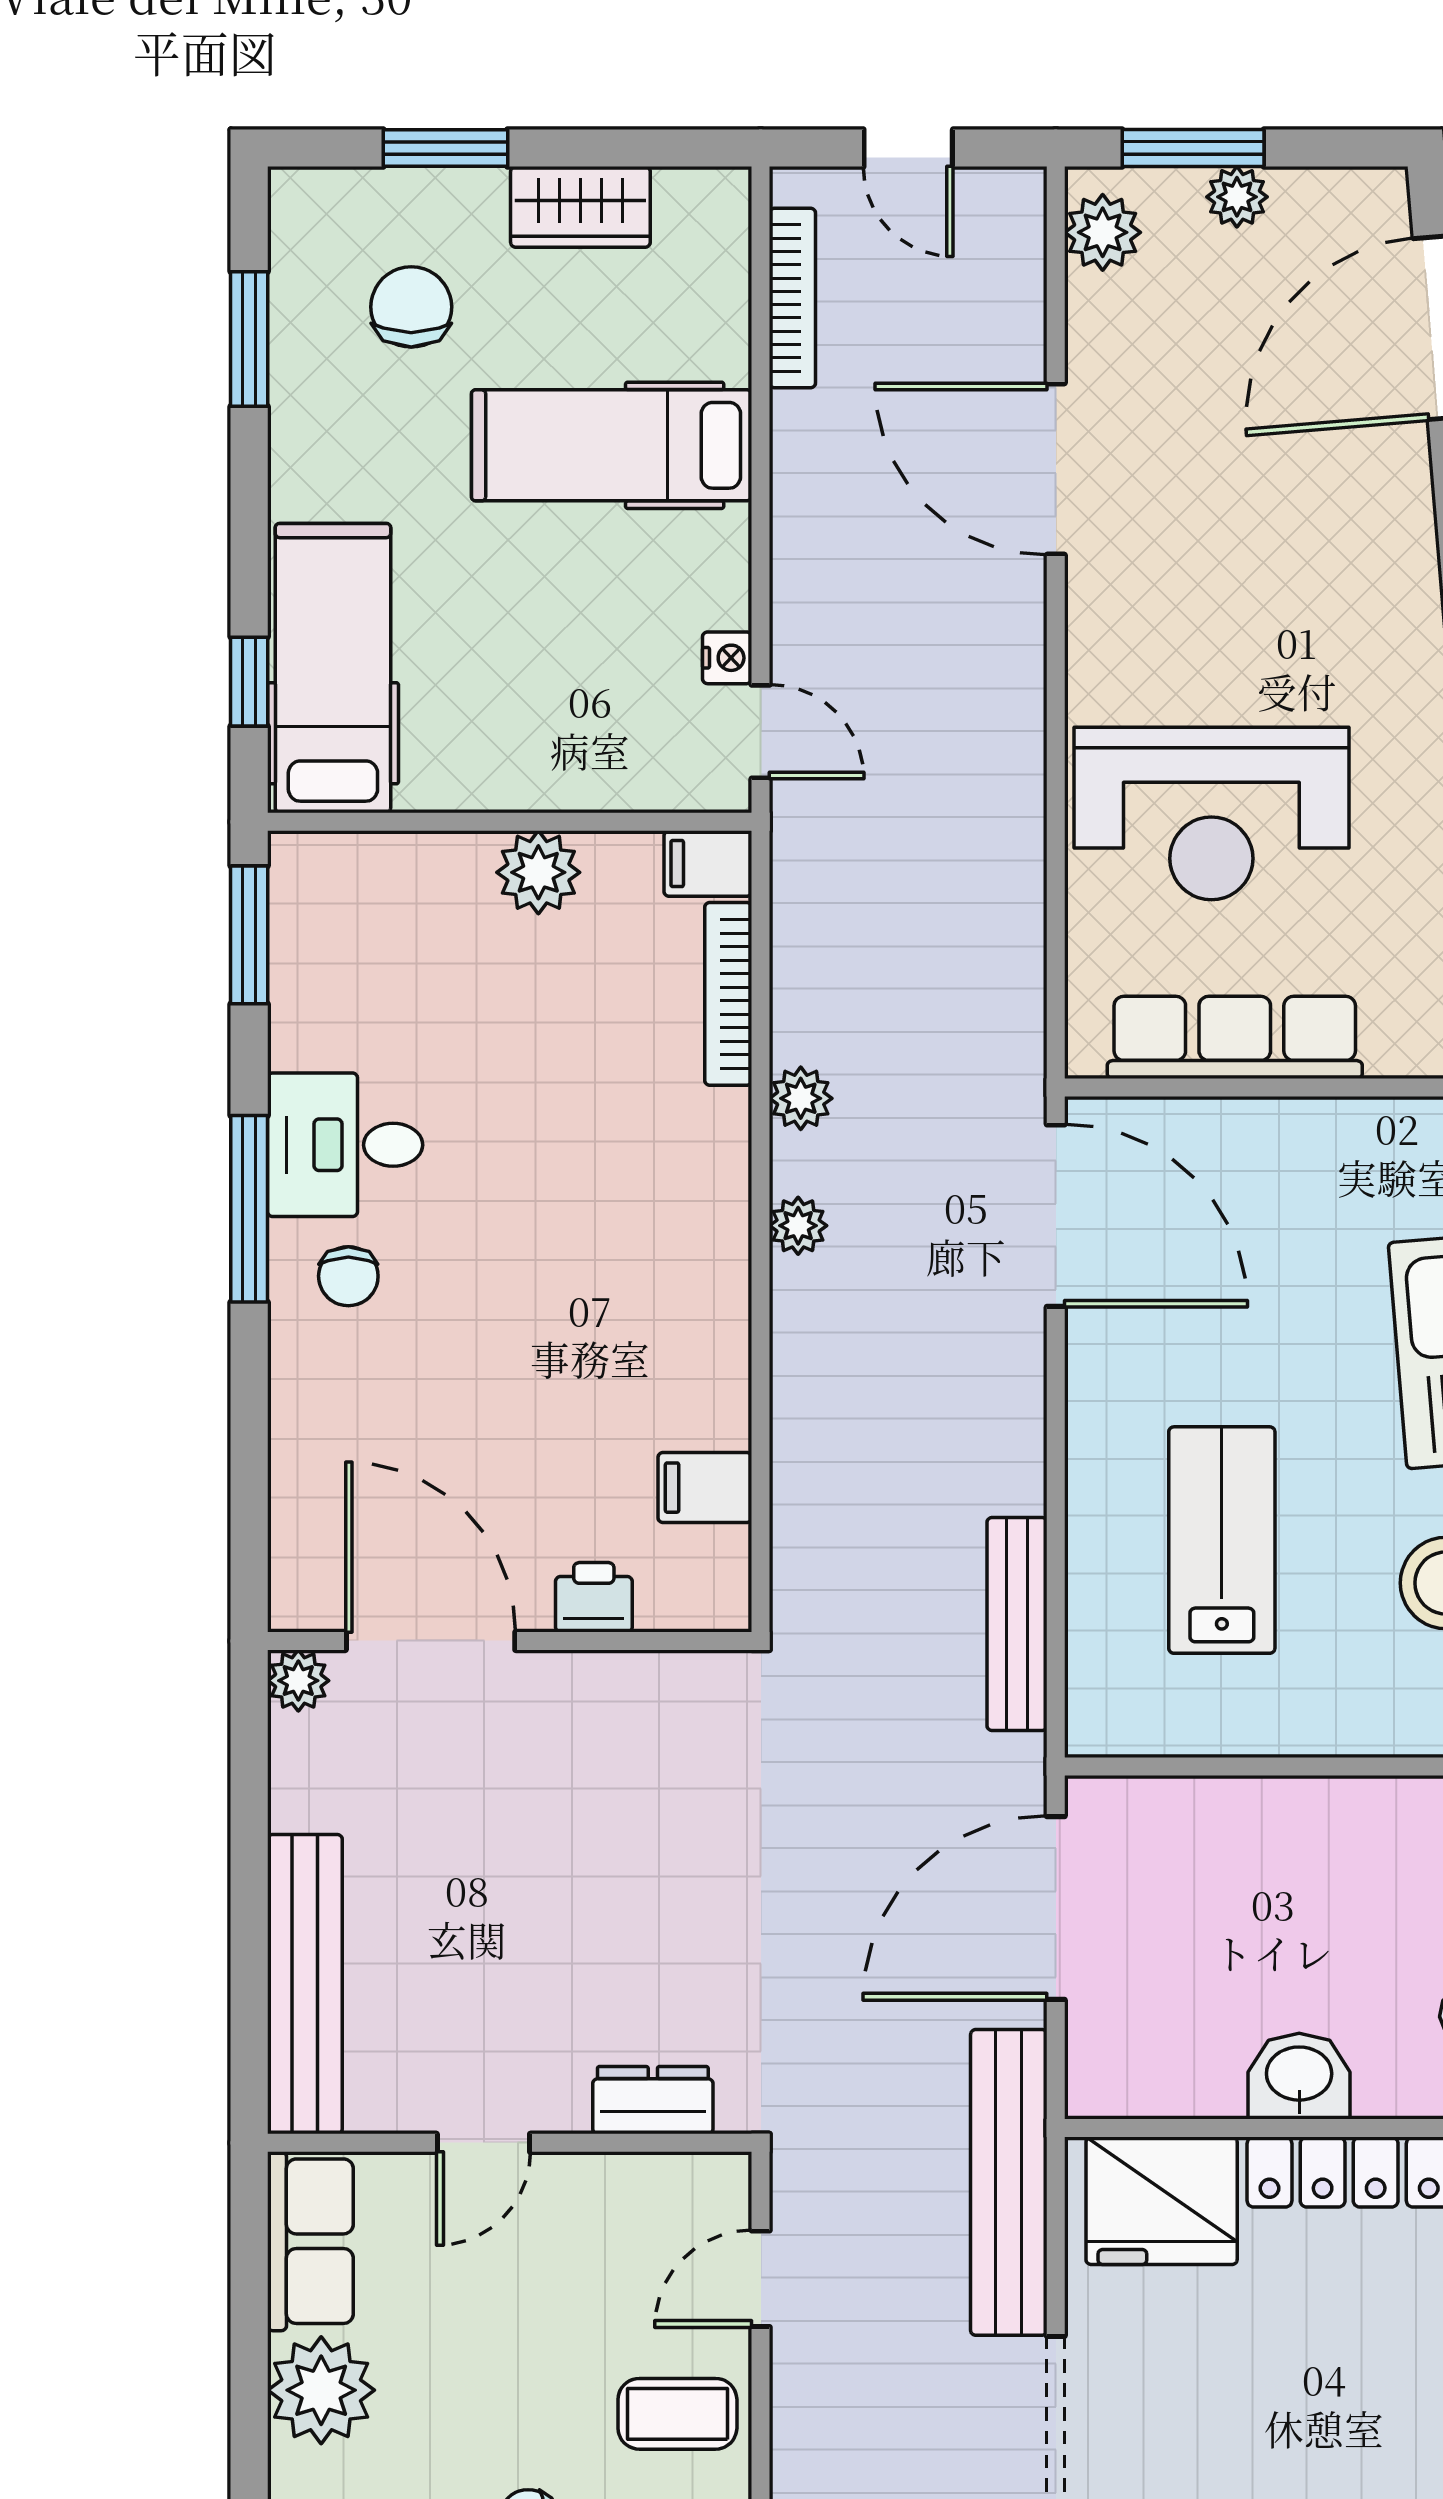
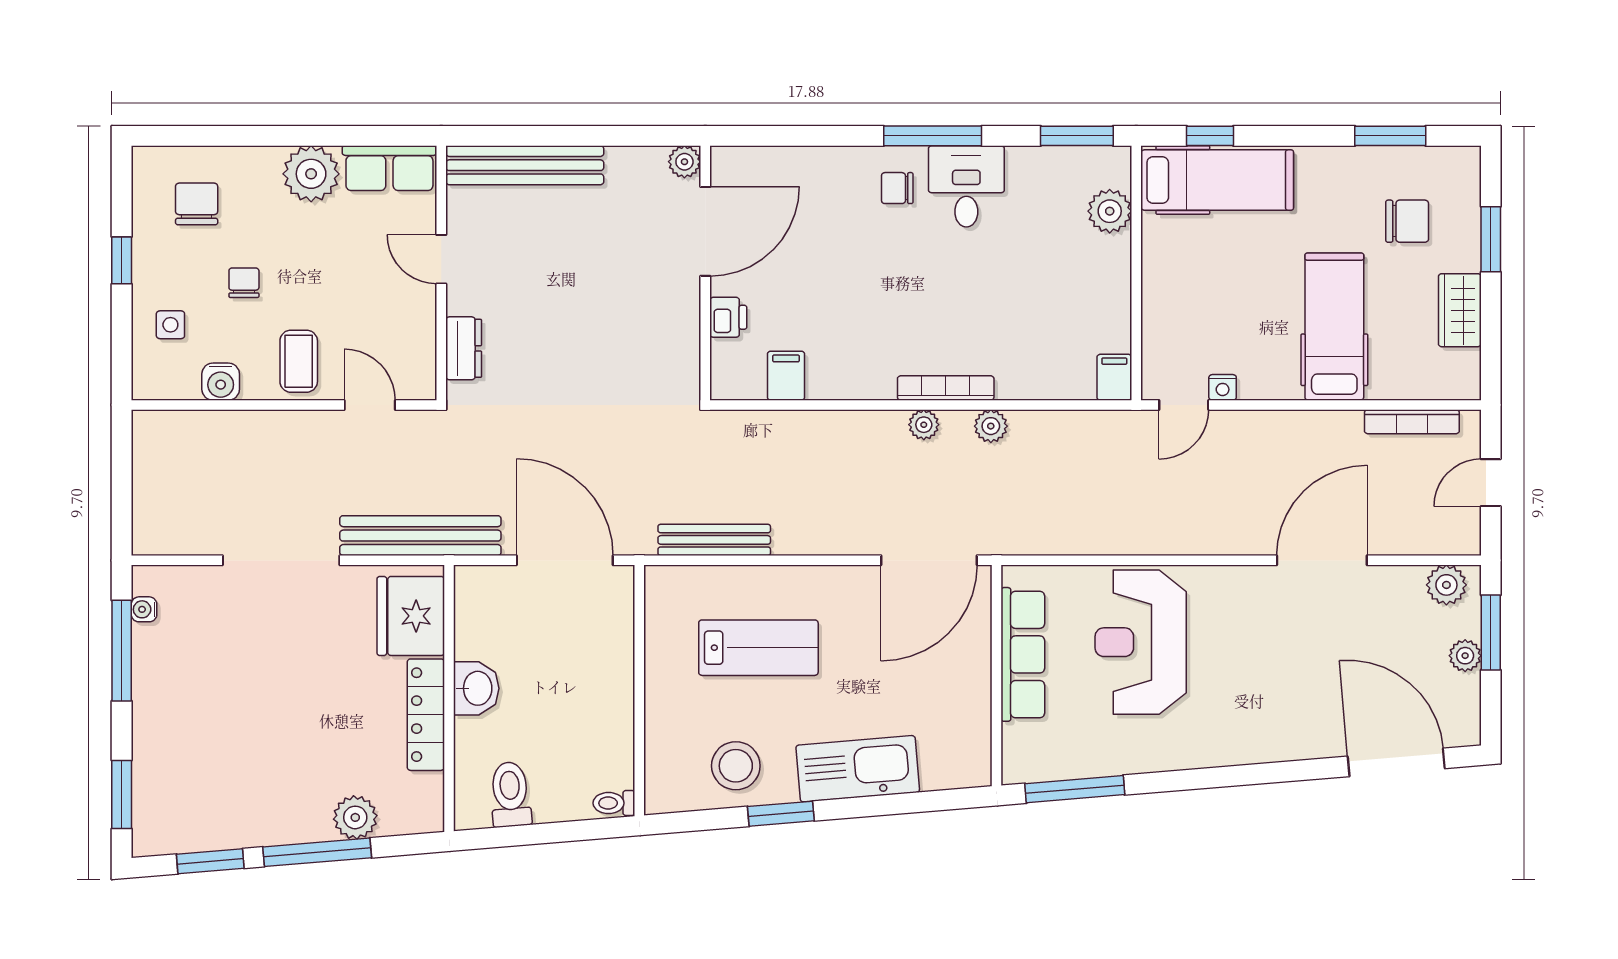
plant: (538, 872) -> (1110, 211), moved
bookcase: (728, 994) -> (946, 388), moved

